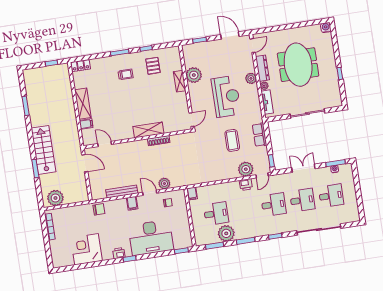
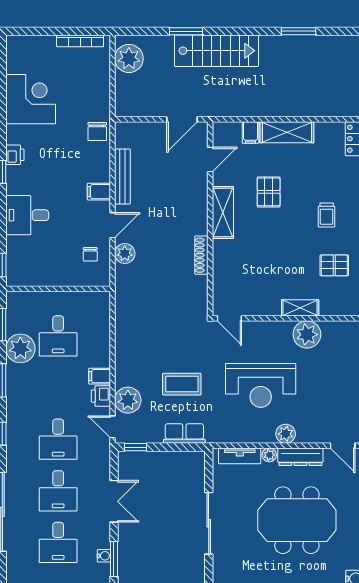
pallet: (118, 109) -> (269, 192), added
shelving: (148, 130) -> (223, 212), moved
filing cabinet: (192, 194) -> (100, 376), moved
desk: (151, 238) -> (27, 215), width x0.53, depth x0.77

